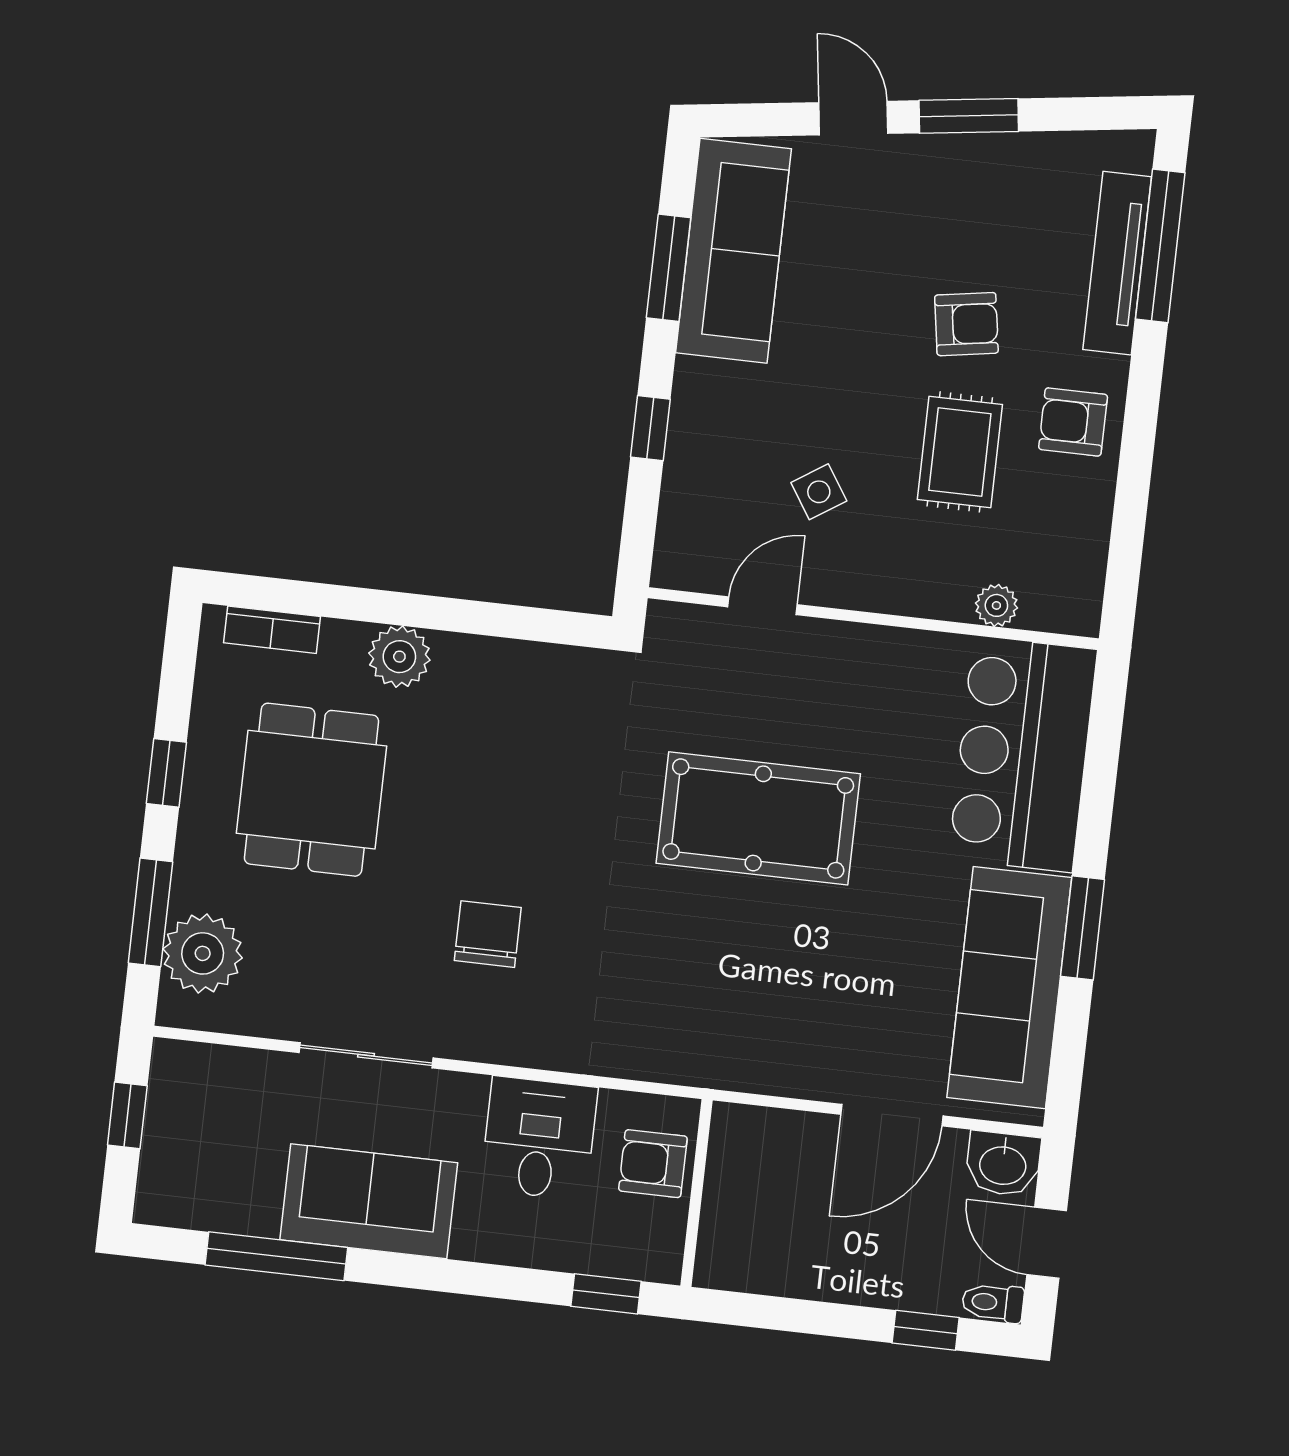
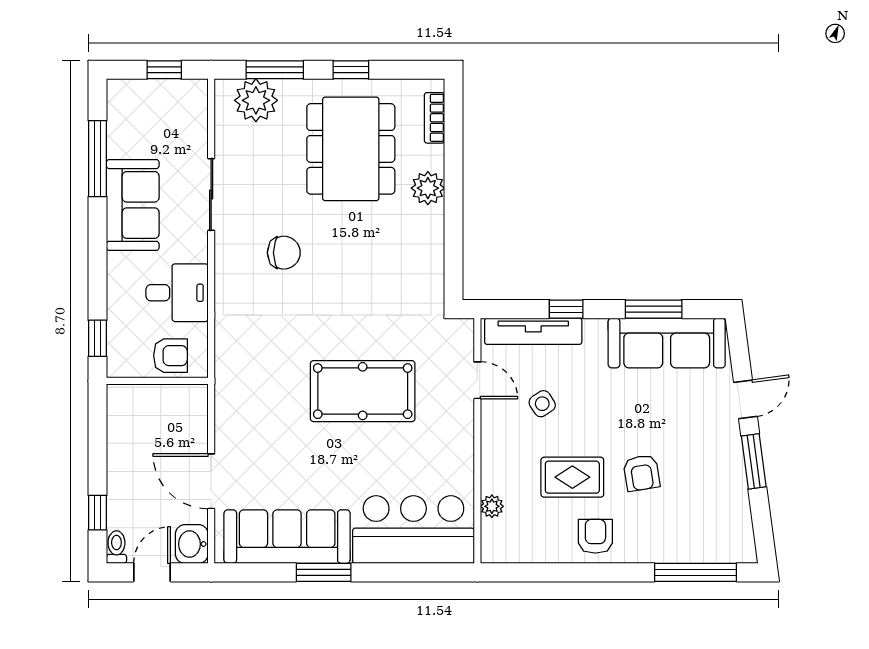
tv unit: (1117, 263) -> (533, 331), moved, turned 180
dining table: (312, 790) -> (351, 149), width x1.37
pool table: (758, 818) -> (363, 391), turned 90
armchair: (653, 1164) -> (170, 356), turned 90

